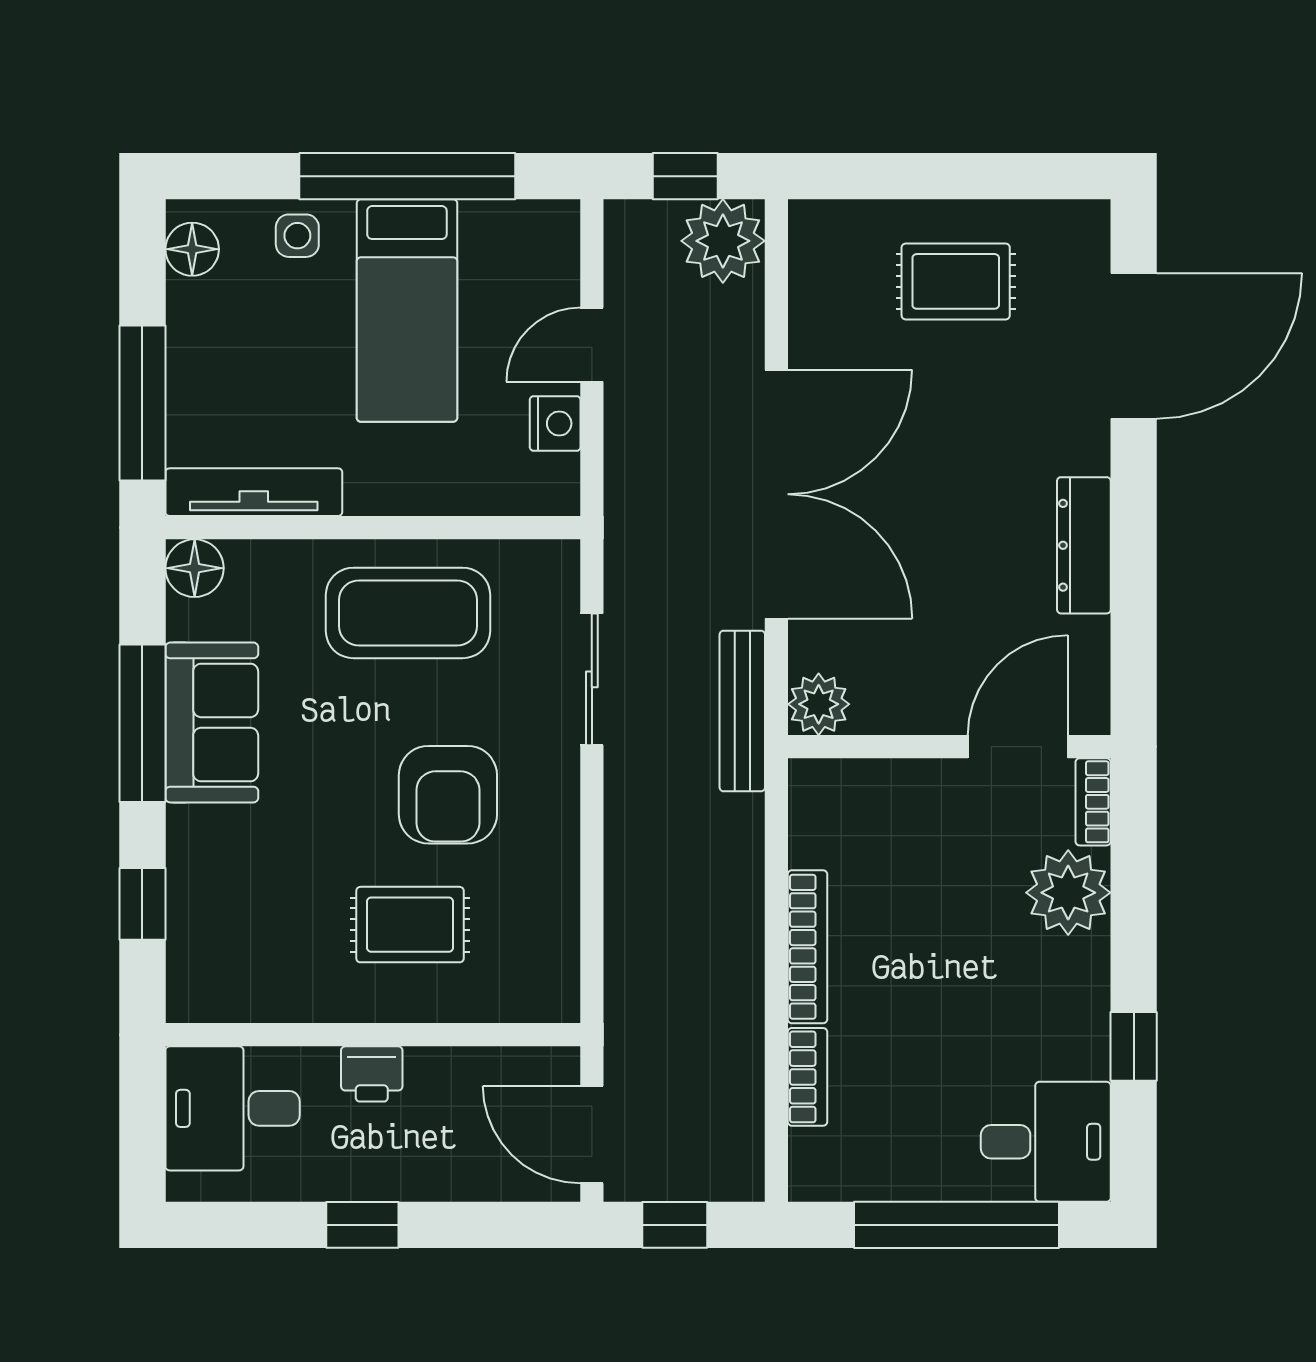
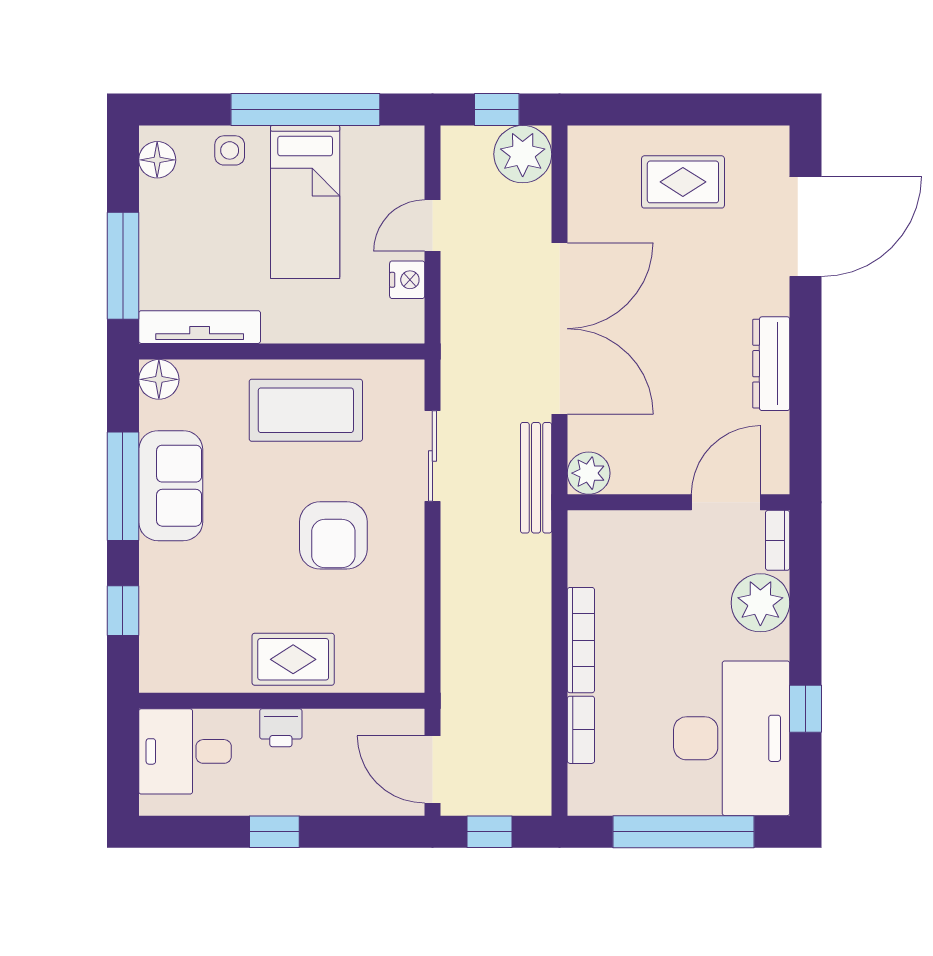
rug: (410, 925) -> (293, 659), moved
desk: (1046, 1142) -> (732, 738), width x1.87, depth x1.30

